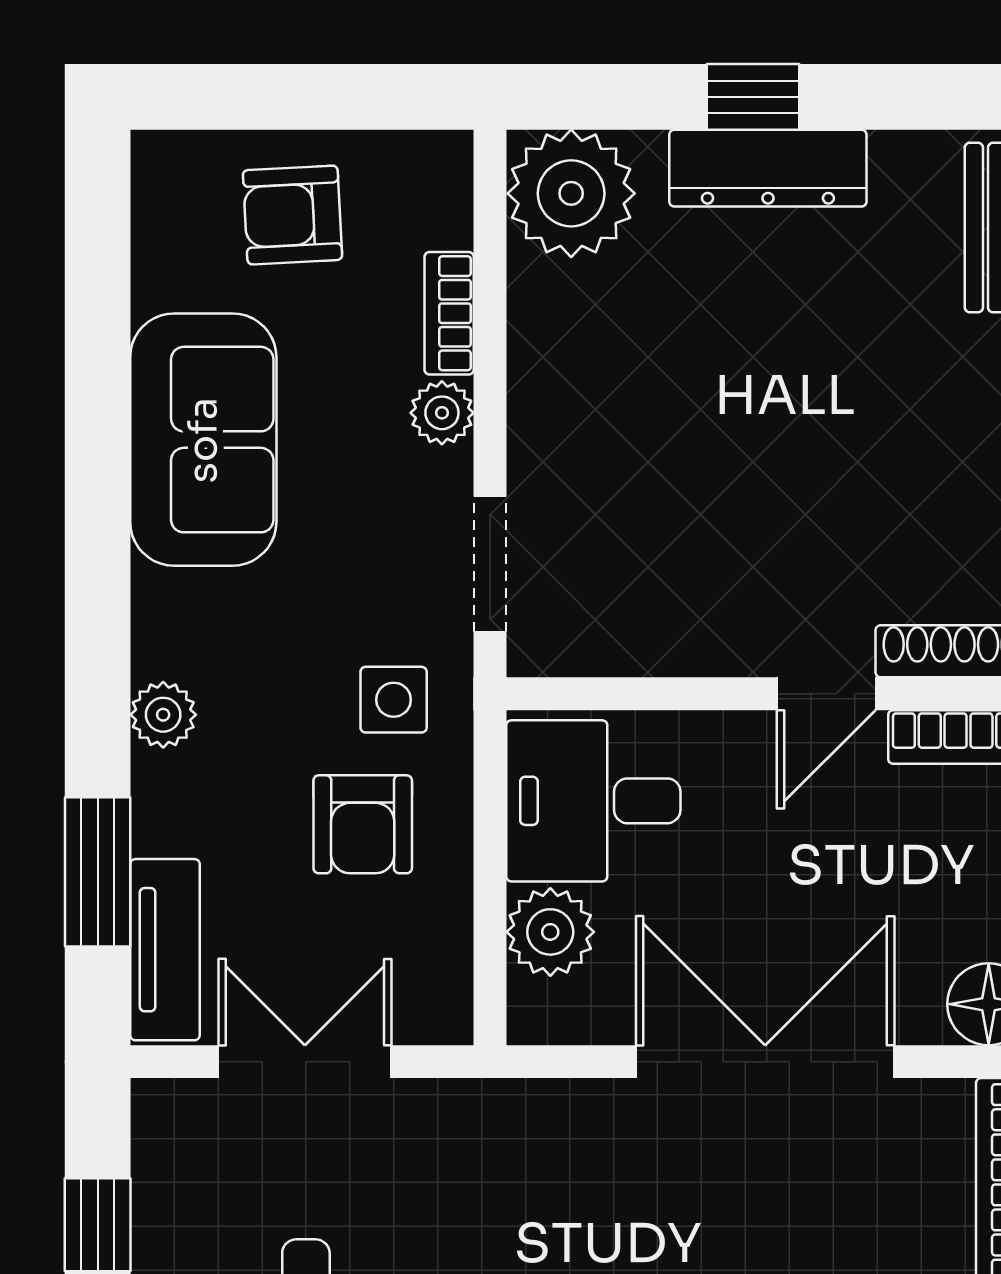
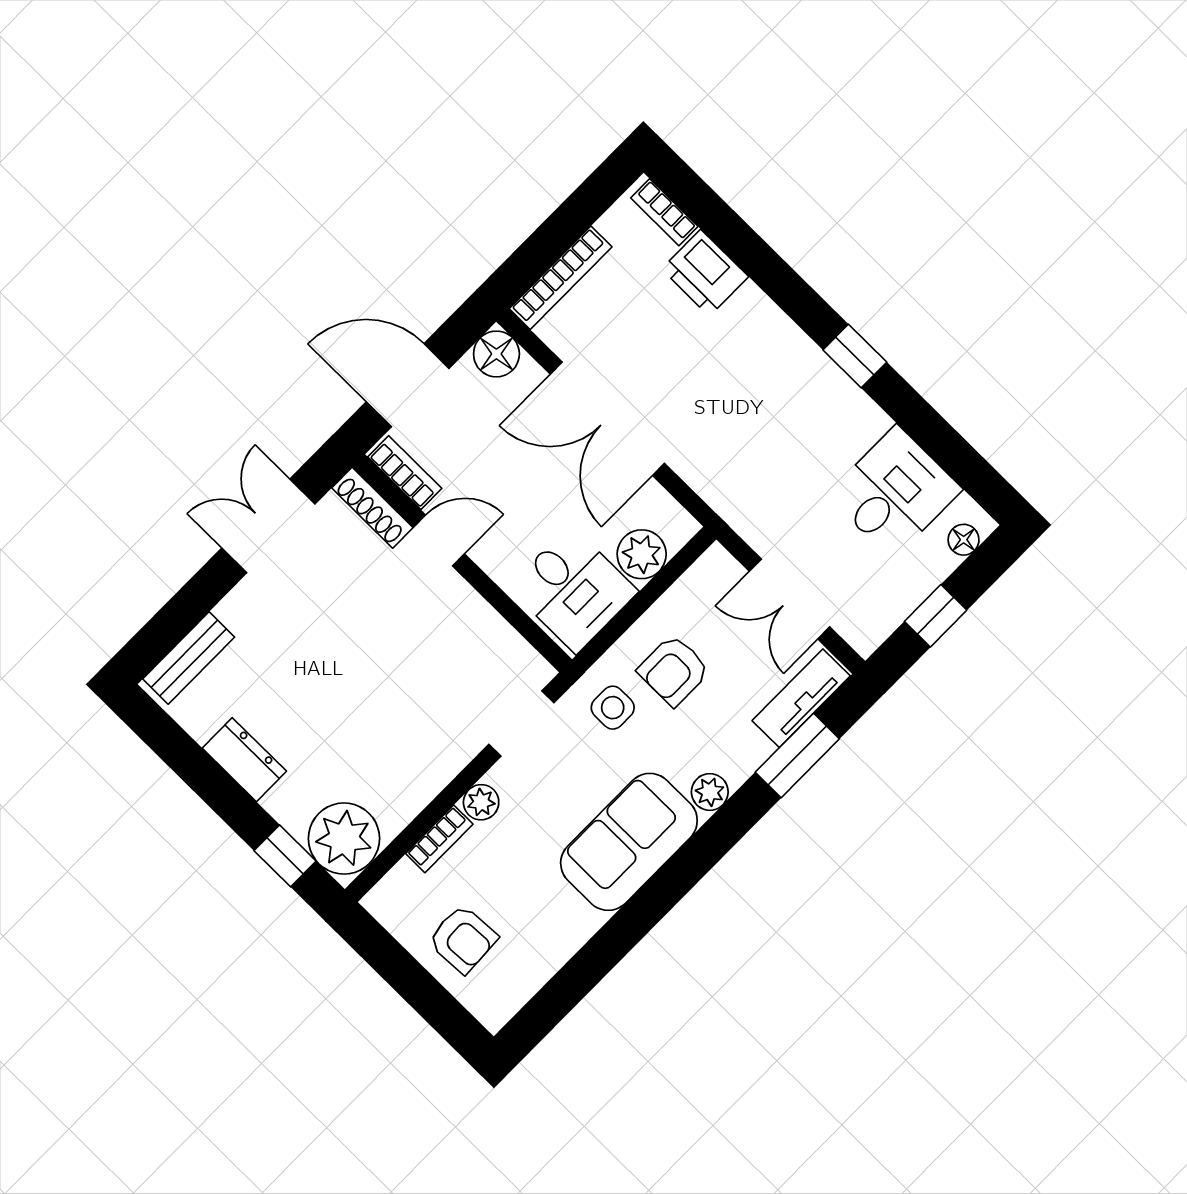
window: (753, 97) -> (285, 856), moved
dresser: (768, 168) -> (244, 760), width x0.70
sofa: (203, 440) -> (629, 842), moved
armchair: (363, 824) -> (674, 670), turned 180

